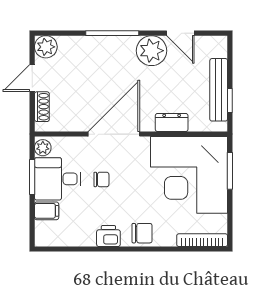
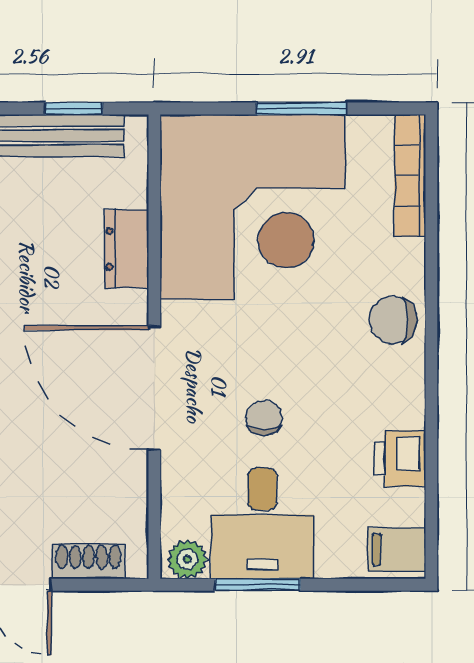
window: (230, 171) -> (301, 109), moved
filing cabinet: (47, 211) -> (397, 550), moved, turned -90
chair: (142, 233) -> (393, 320), turned -90
printer: (108, 236) -> (400, 459), moved

